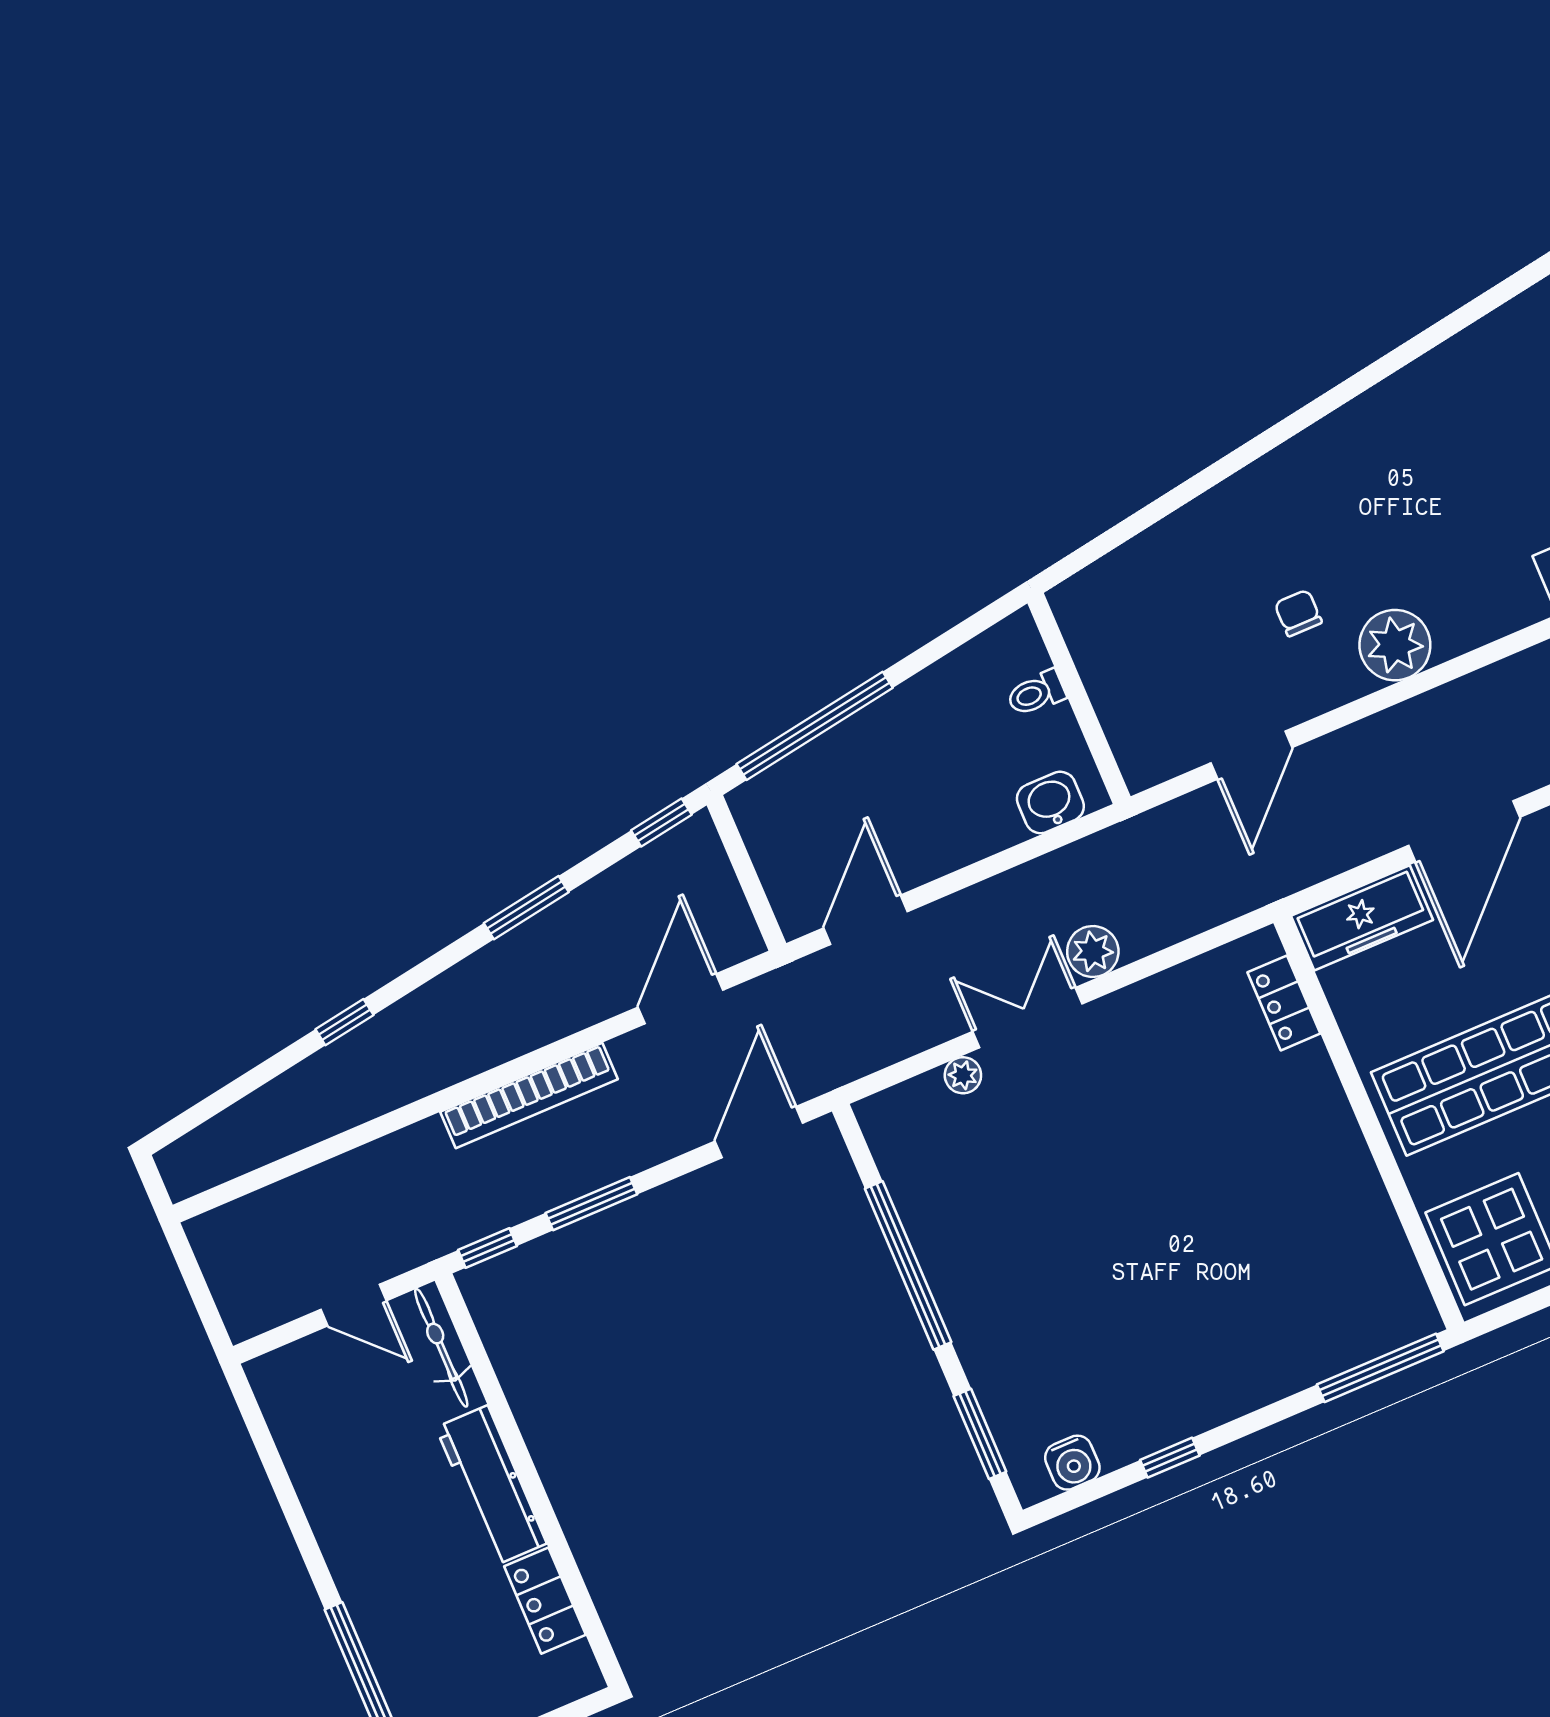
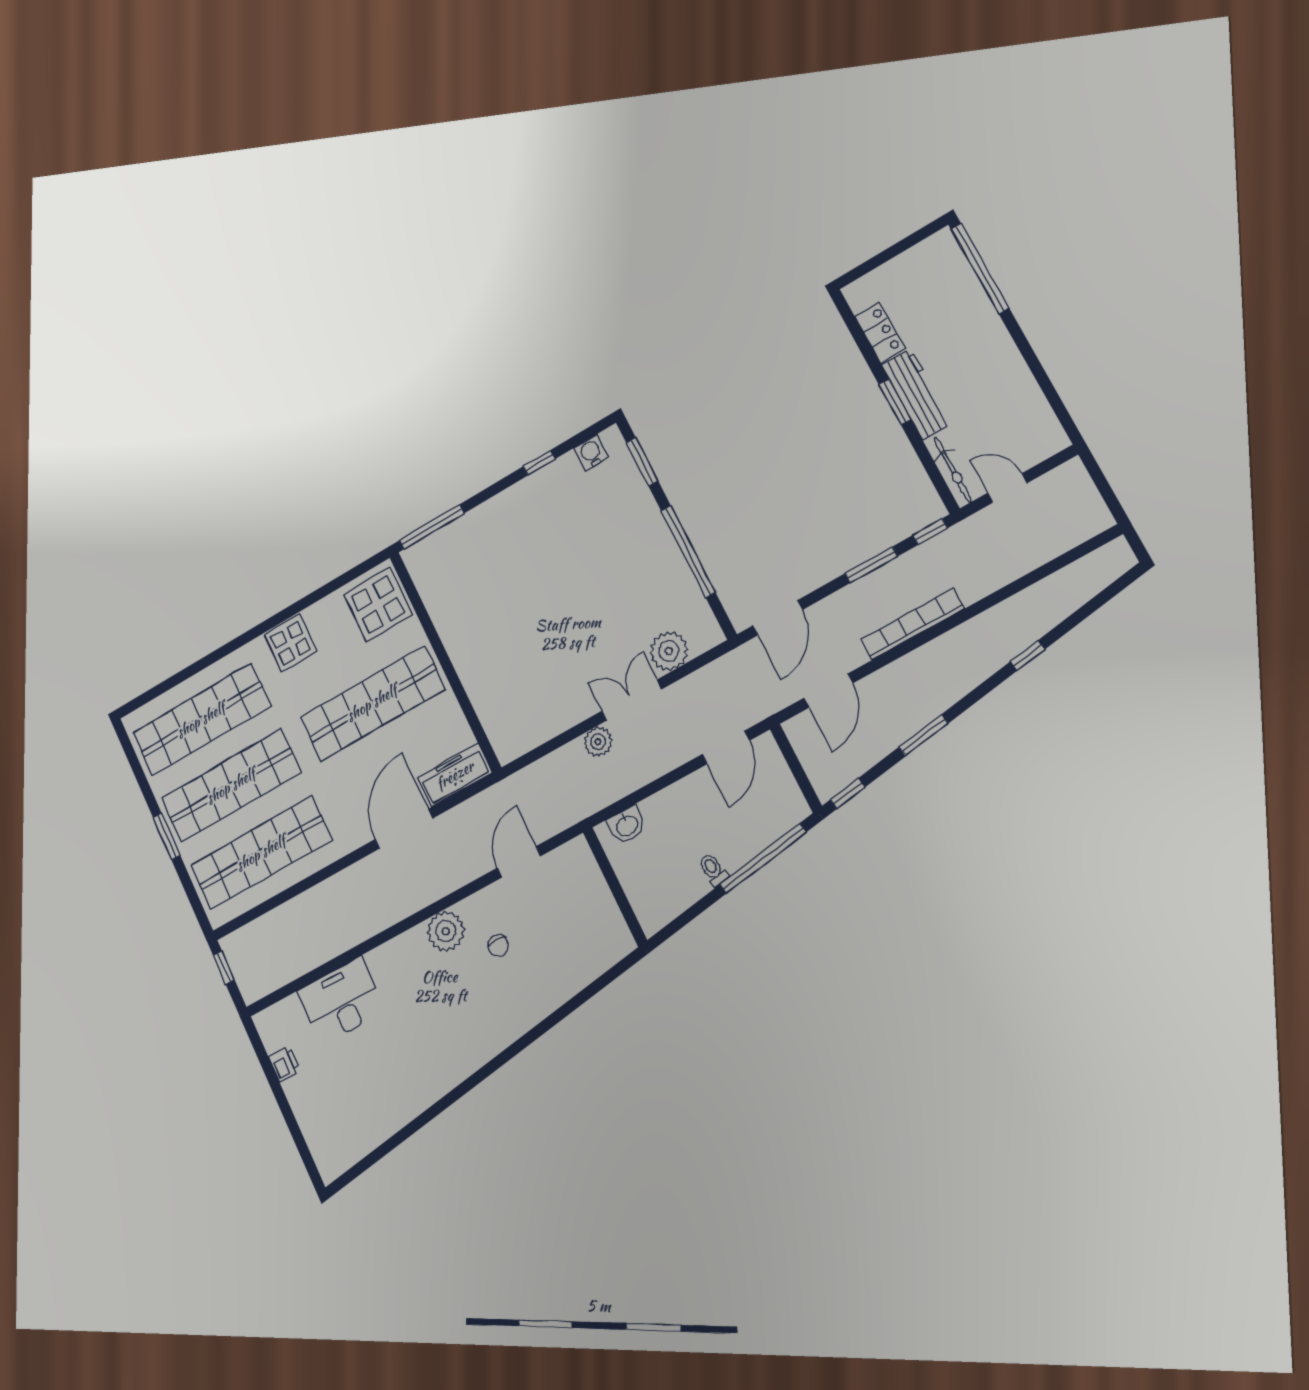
toilet: (1036, 693) -> (713, 870), moved, turned -99
locker: (1284, 1003) -> (493, 723), removed
double door: (1028, 1018) -> (632, 700), swing flipped
plant: (963, 1075) -> (669, 651), width x1.88, depth x1.88
window: (529, 1477) -> (895, 402), added

